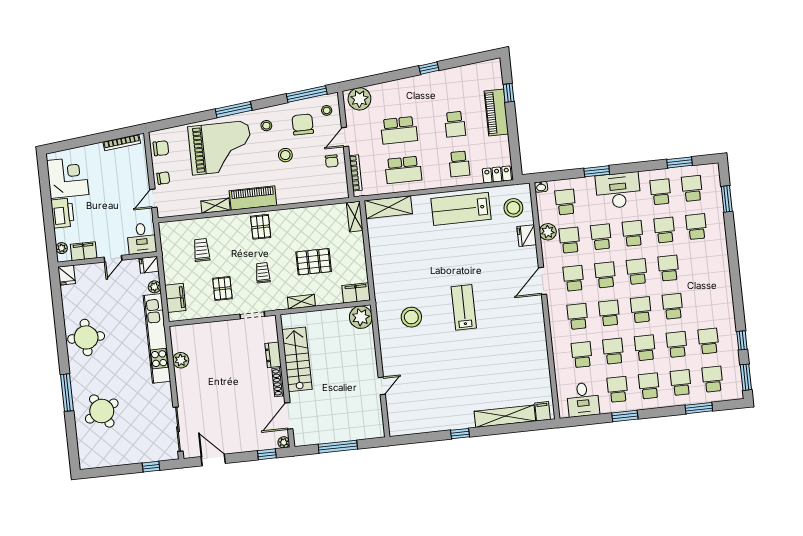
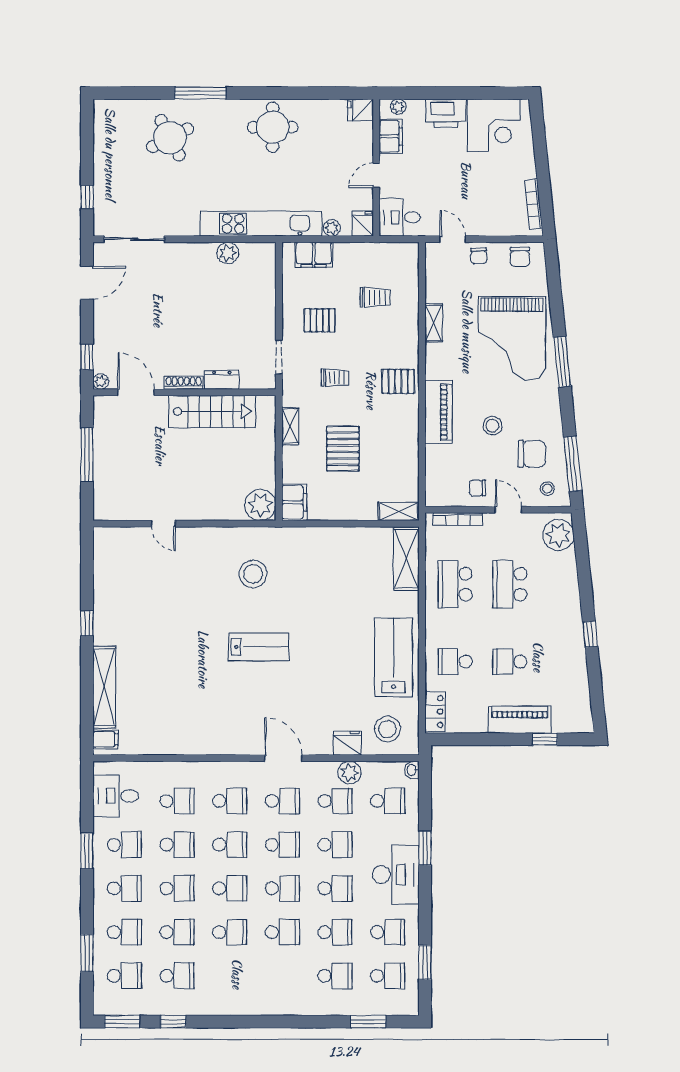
stool: (266, 126) -> (535, 404), removed
piano: (253, 198) -> (439, 412), moved
door: (113, 259) -> (376, 175), hinge flipped

